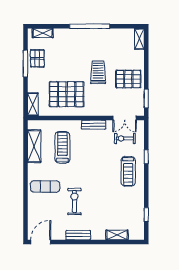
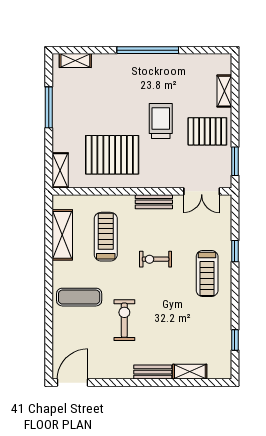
shelving: (139, 39) -> (224, 91), moved
pallet: (37, 58) -> (67, 100), removed
exercise bike: (125, 138) -> (156, 259), moved
bench: (78, 235) -> (153, 372), moved

